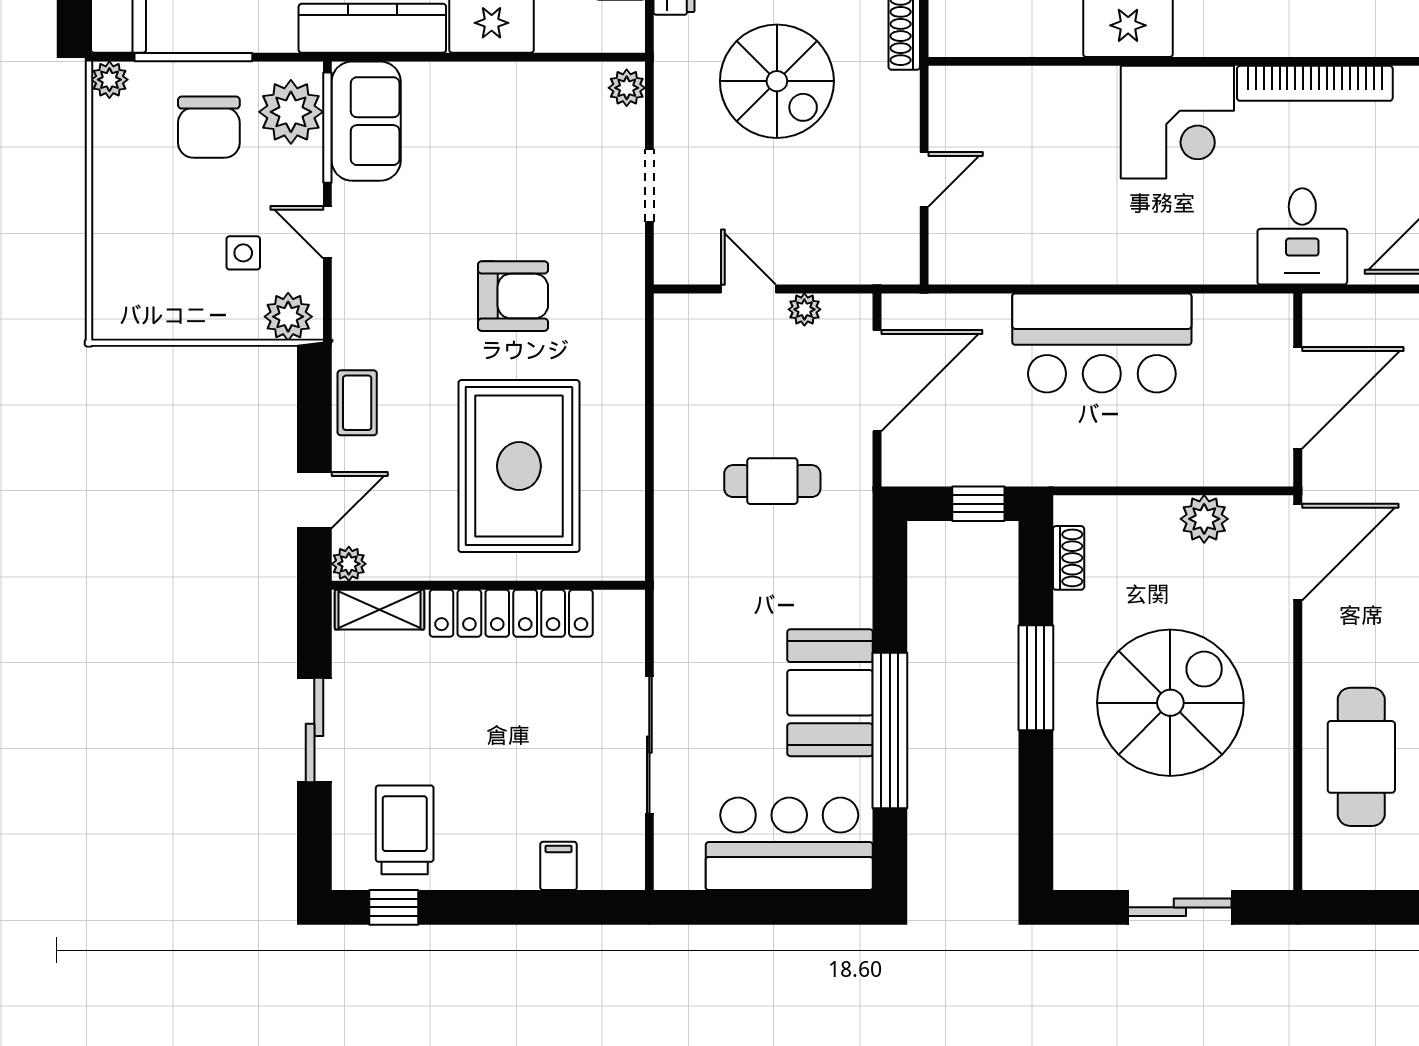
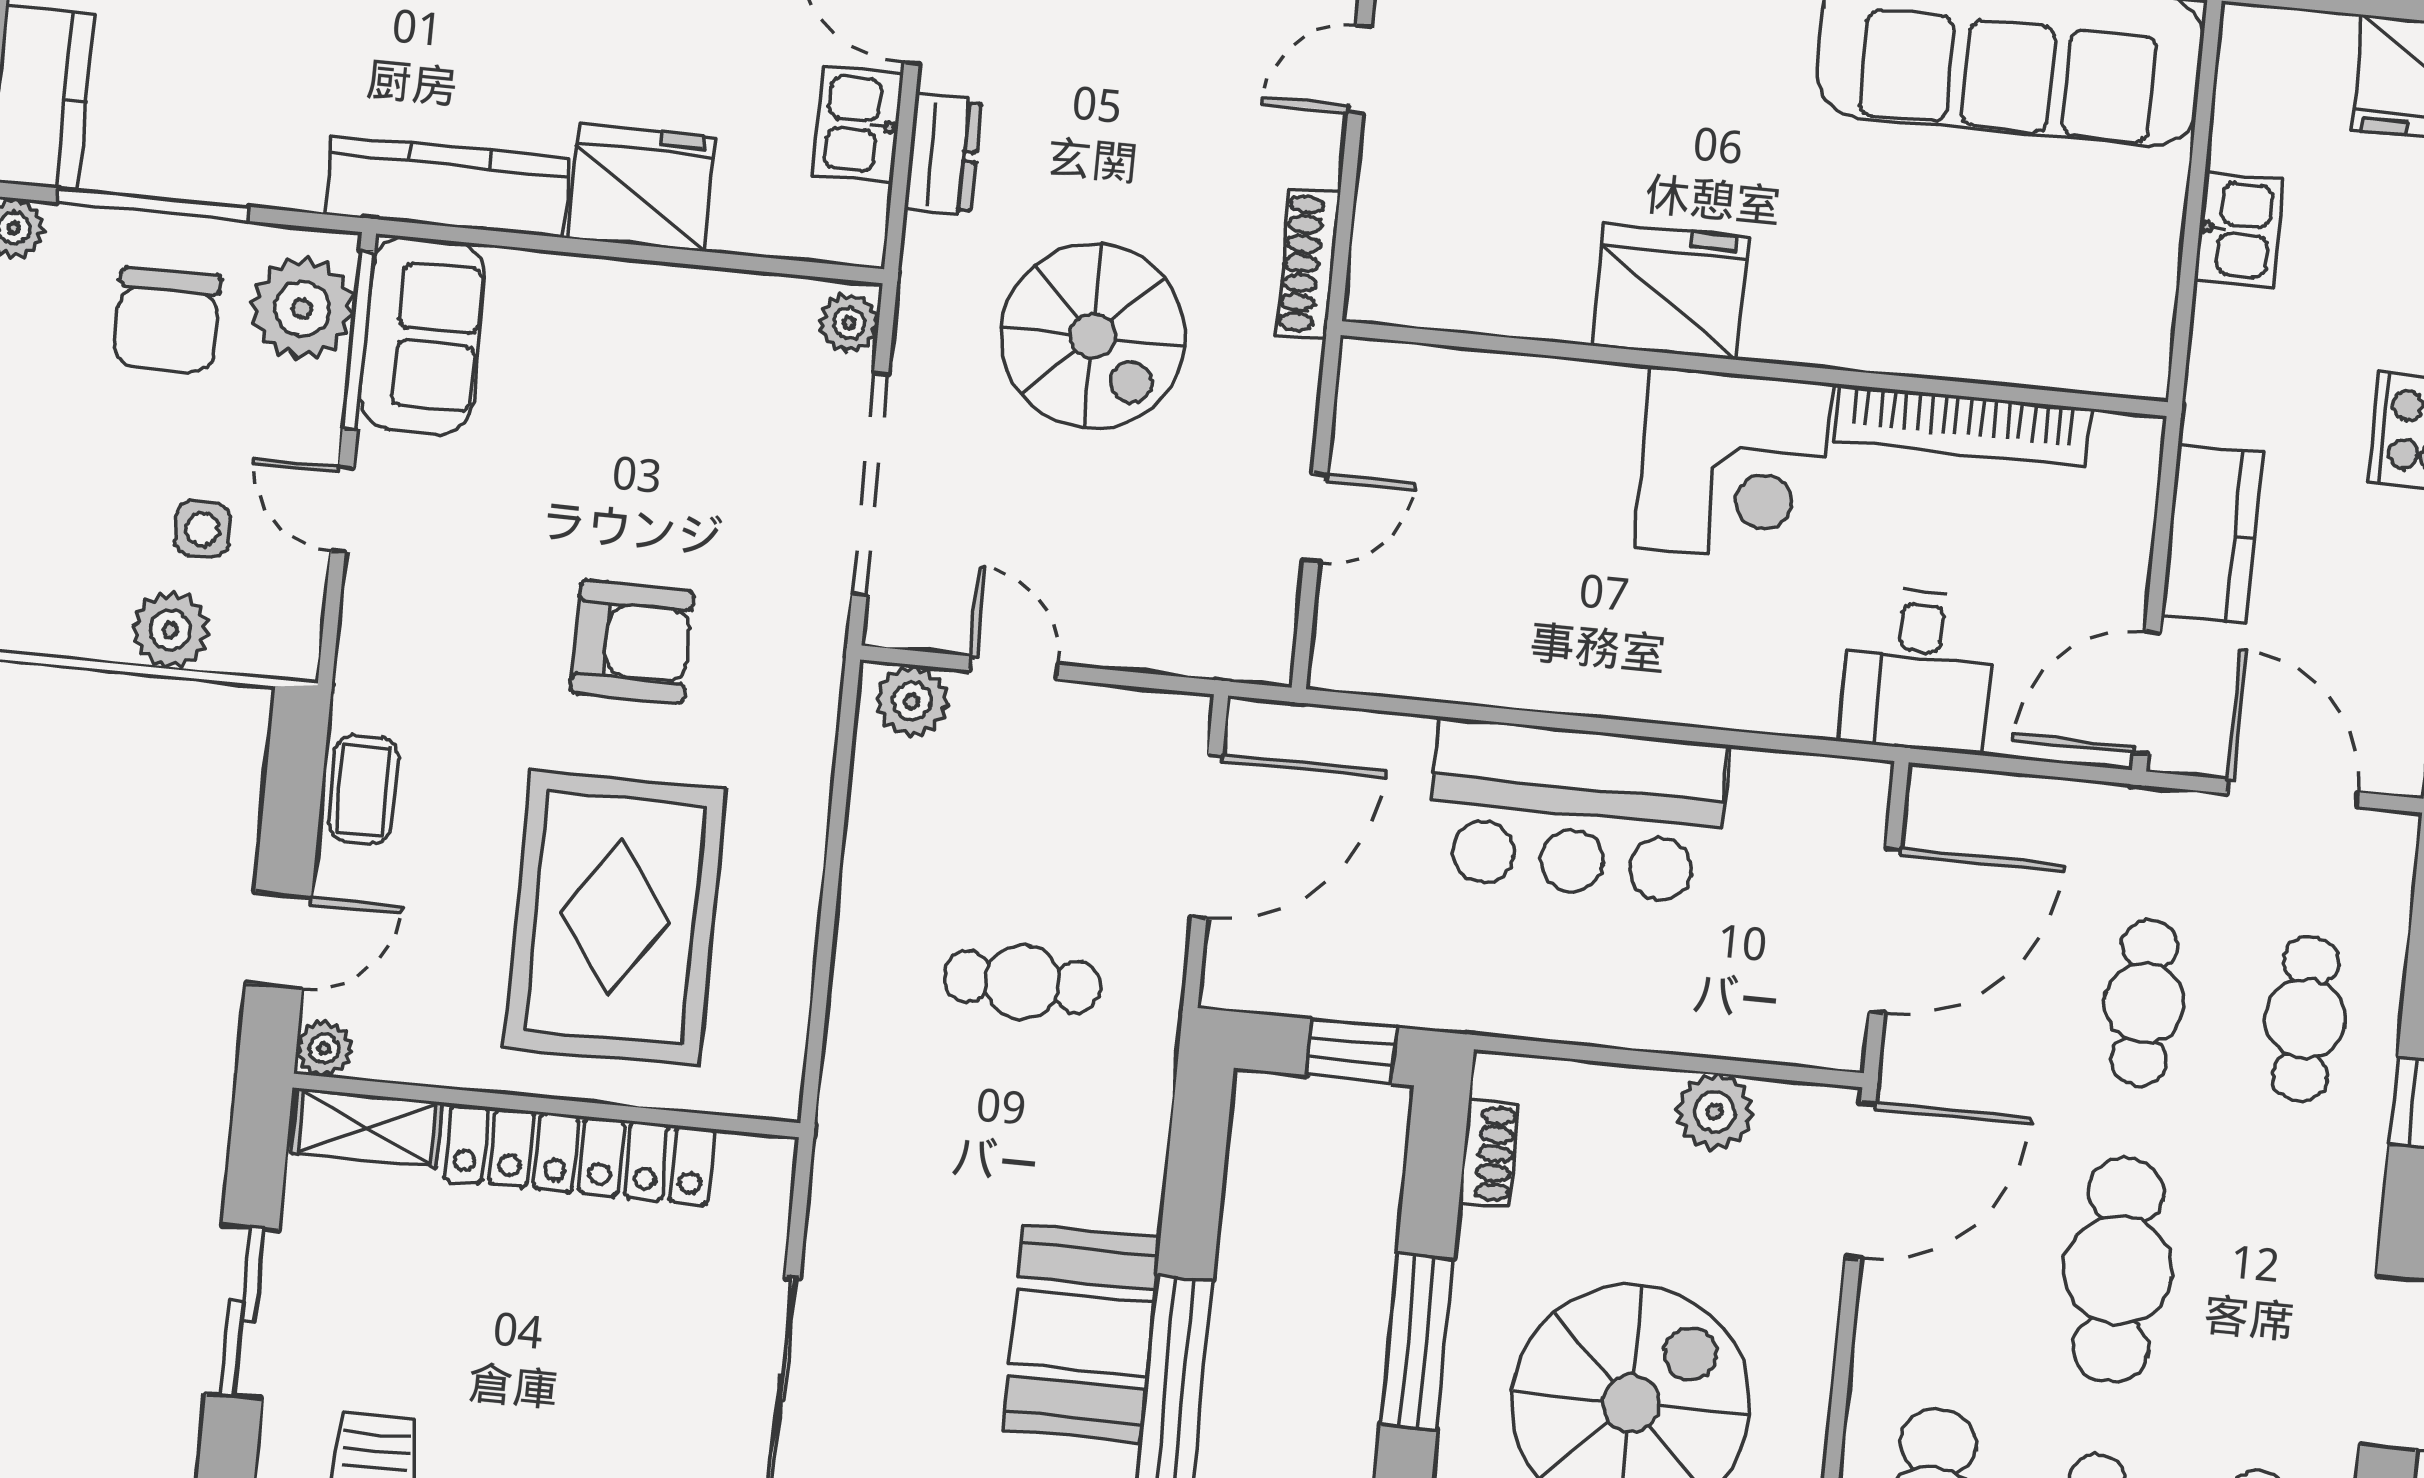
doorway: (649, 185) -> (870, 484), width x1.88
plant: (804, 309) -> (912, 701), moved, width x1.38, depth x1.38
plant: (288, 317) -> (170, 630), moved

